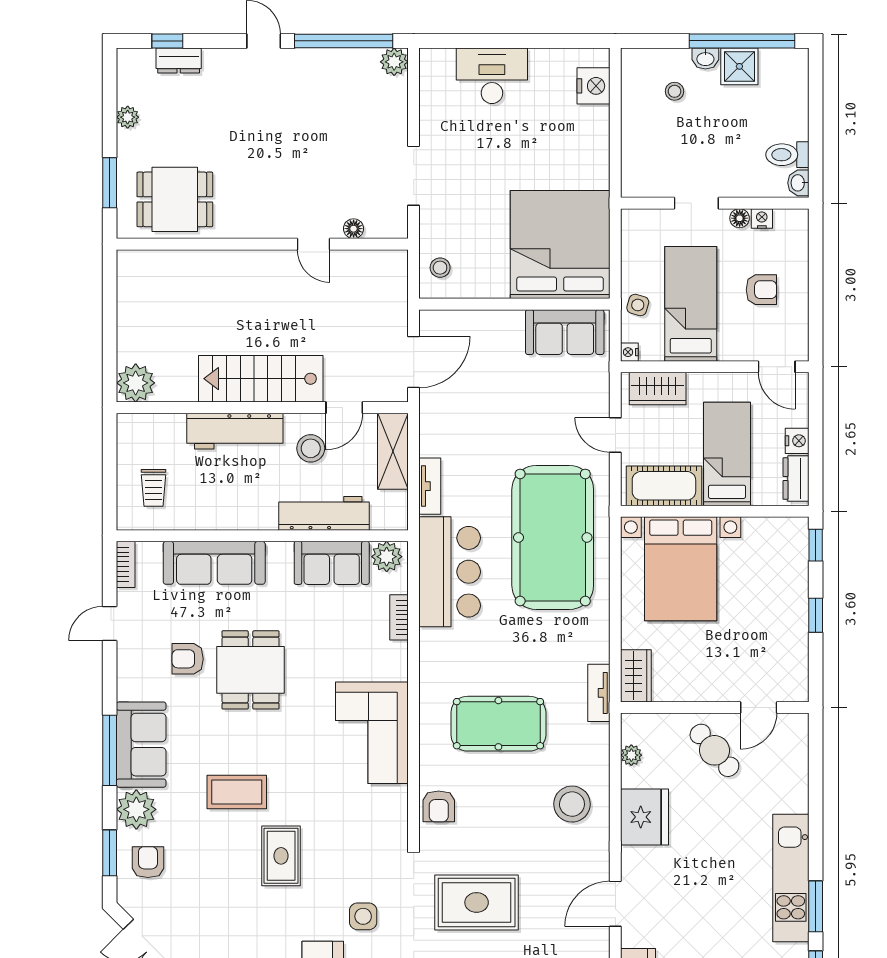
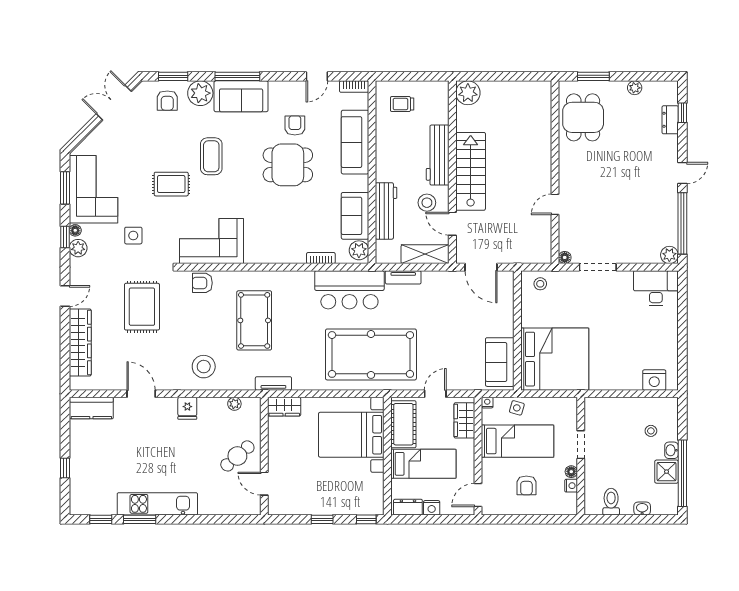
desk: (492, 76) -> (656, 288), moved, turned -90
washbasin: (798, 183) -> (642, 509), moved
floor lamp: (354, 229) -> (565, 257), moved
door: (110, 624) -> (317, 76), swing flipped
corner sofa: (372, 733) -> (211, 241), moved
fridge: (645, 817) -> (187, 408), width x0.53, depth x0.75
armchair: (148, 862) -> (167, 101), turned 90

